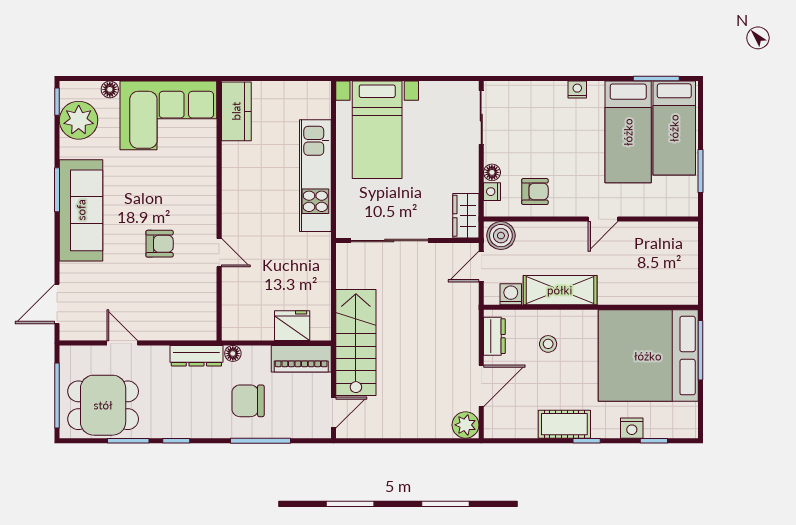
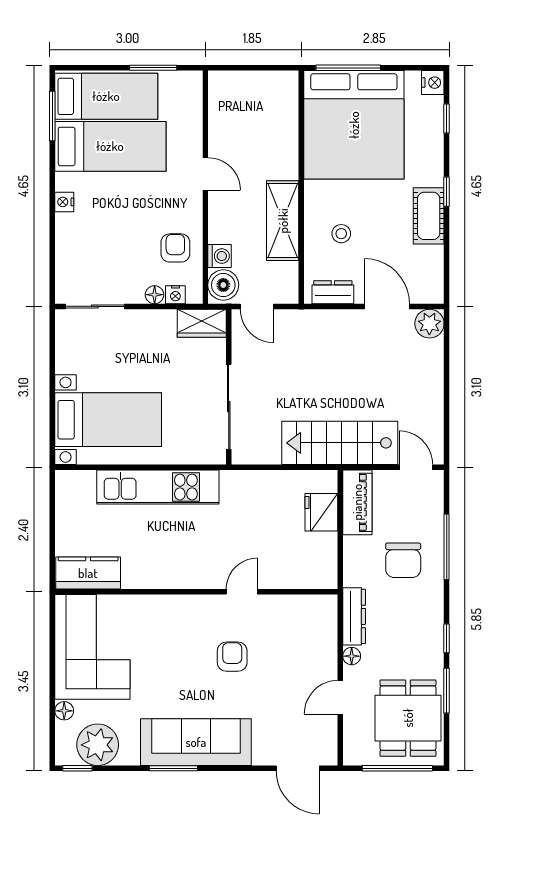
washing machine: (511, 294) -> (220, 256), moved, turned 180
floor lamp: (233, 353) -> (352, 656), moved
nightstand: (632, 428) -> (433, 83), moved

